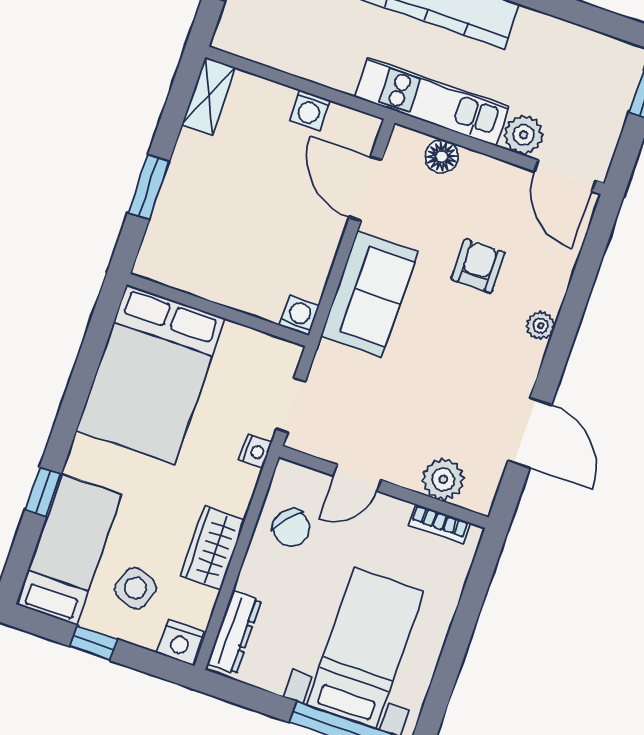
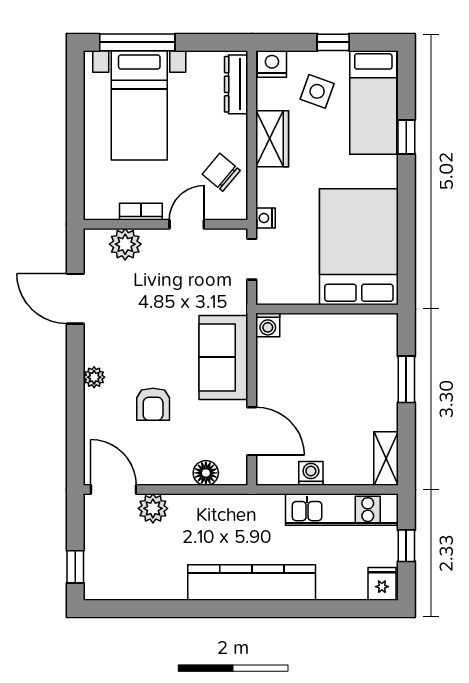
kitchen unit: (432, 102) -> (342, 510), moved
bookcase: (439, 524) -> (141, 212), moved

